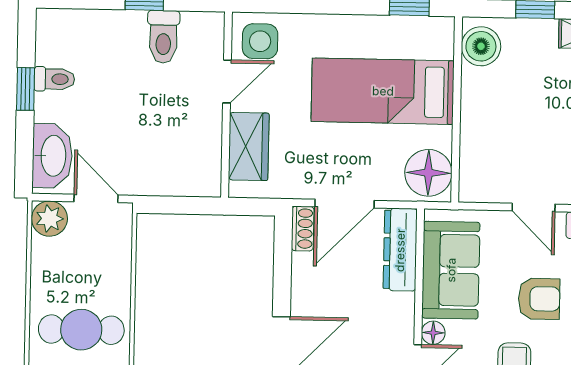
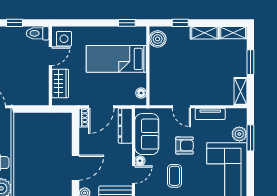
toilet: (163, 37) -> (38, 33), moved, turned 90
floor lamp: (428, 173) -> (141, 93), width x0.53, depth x0.53

